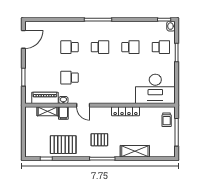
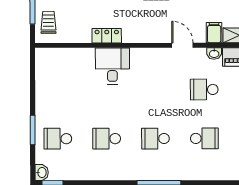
school desk: (70, 78) -> (204, 89), turned 180
desk: (155, 89) -> (112, 66), moved, width x0.53, depth x0.77
locker: (125, 111) -> (107, 36), width x0.66

